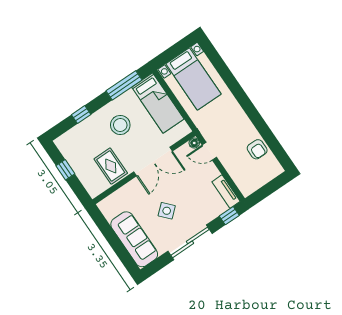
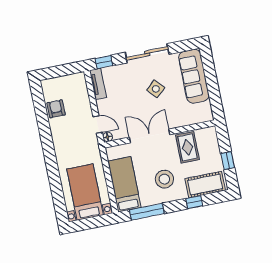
cot: (78, 137) -> (205, 185), added

